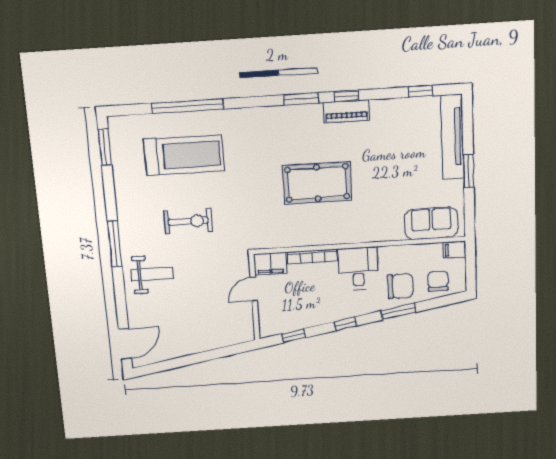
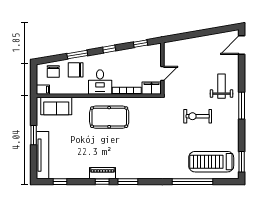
treadmill: (184, 155) -> (211, 162), moved
pool table: (317, 183) -> (109, 117), moved
weight bench: (152, 274) -> (222, 86), turned 90

